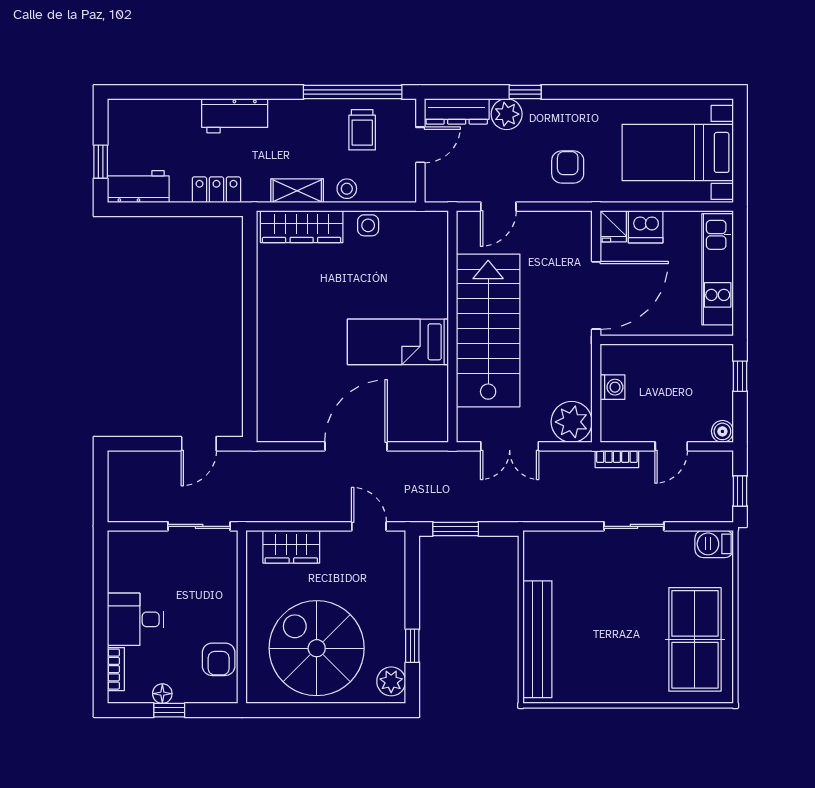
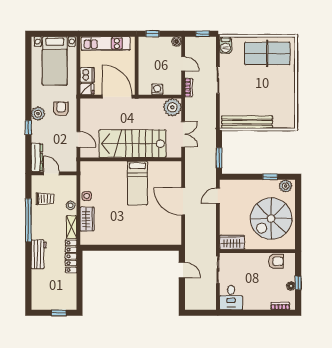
window: (353, 92) -> (28, 220), moved
plant: (507, 114) -> (38, 114), moved
armchair: (568, 167) -> (61, 109), turned 90
workbench: (138, 187) -> (70, 296), removed
locker: (216, 190) -> (71, 256), width x1.53
wardrobe: (302, 227) -> (87, 219), width x0.67
wardrobe: (291, 547) -> (232, 242), moved, turned -90
desk: (135, 619) -> (231, 298), moved
bench: (537, 639) -> (247, 122), moved

